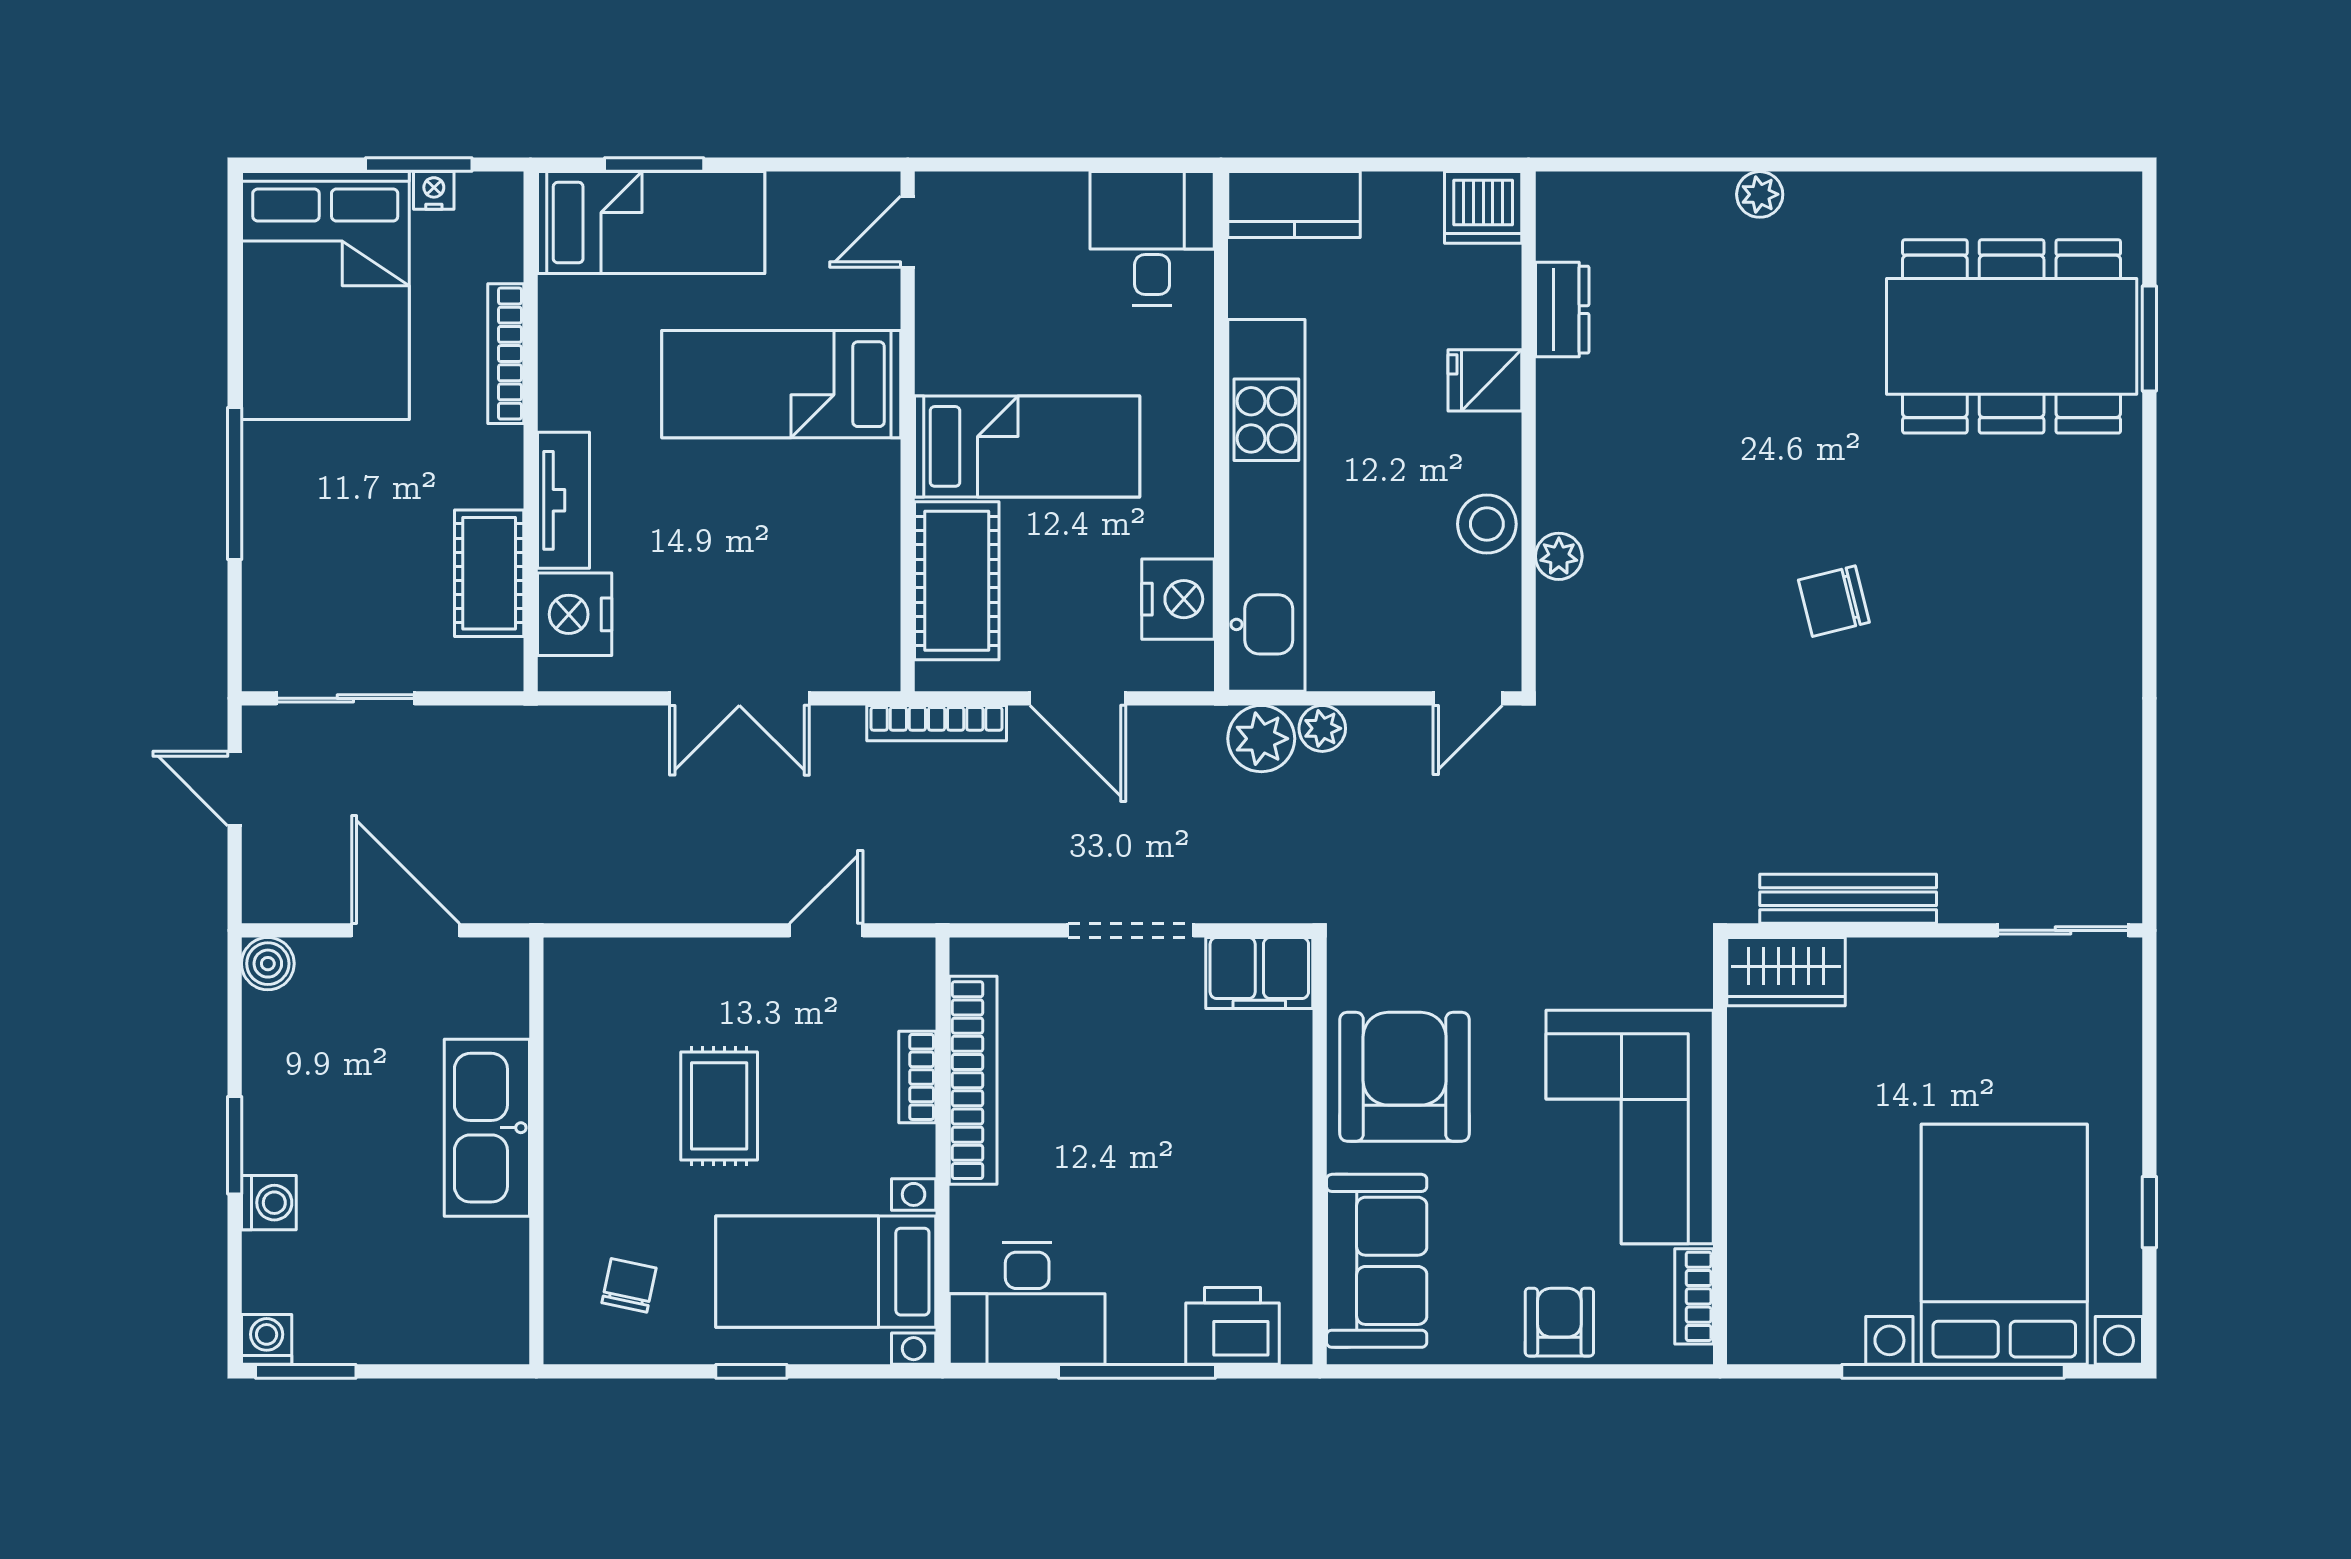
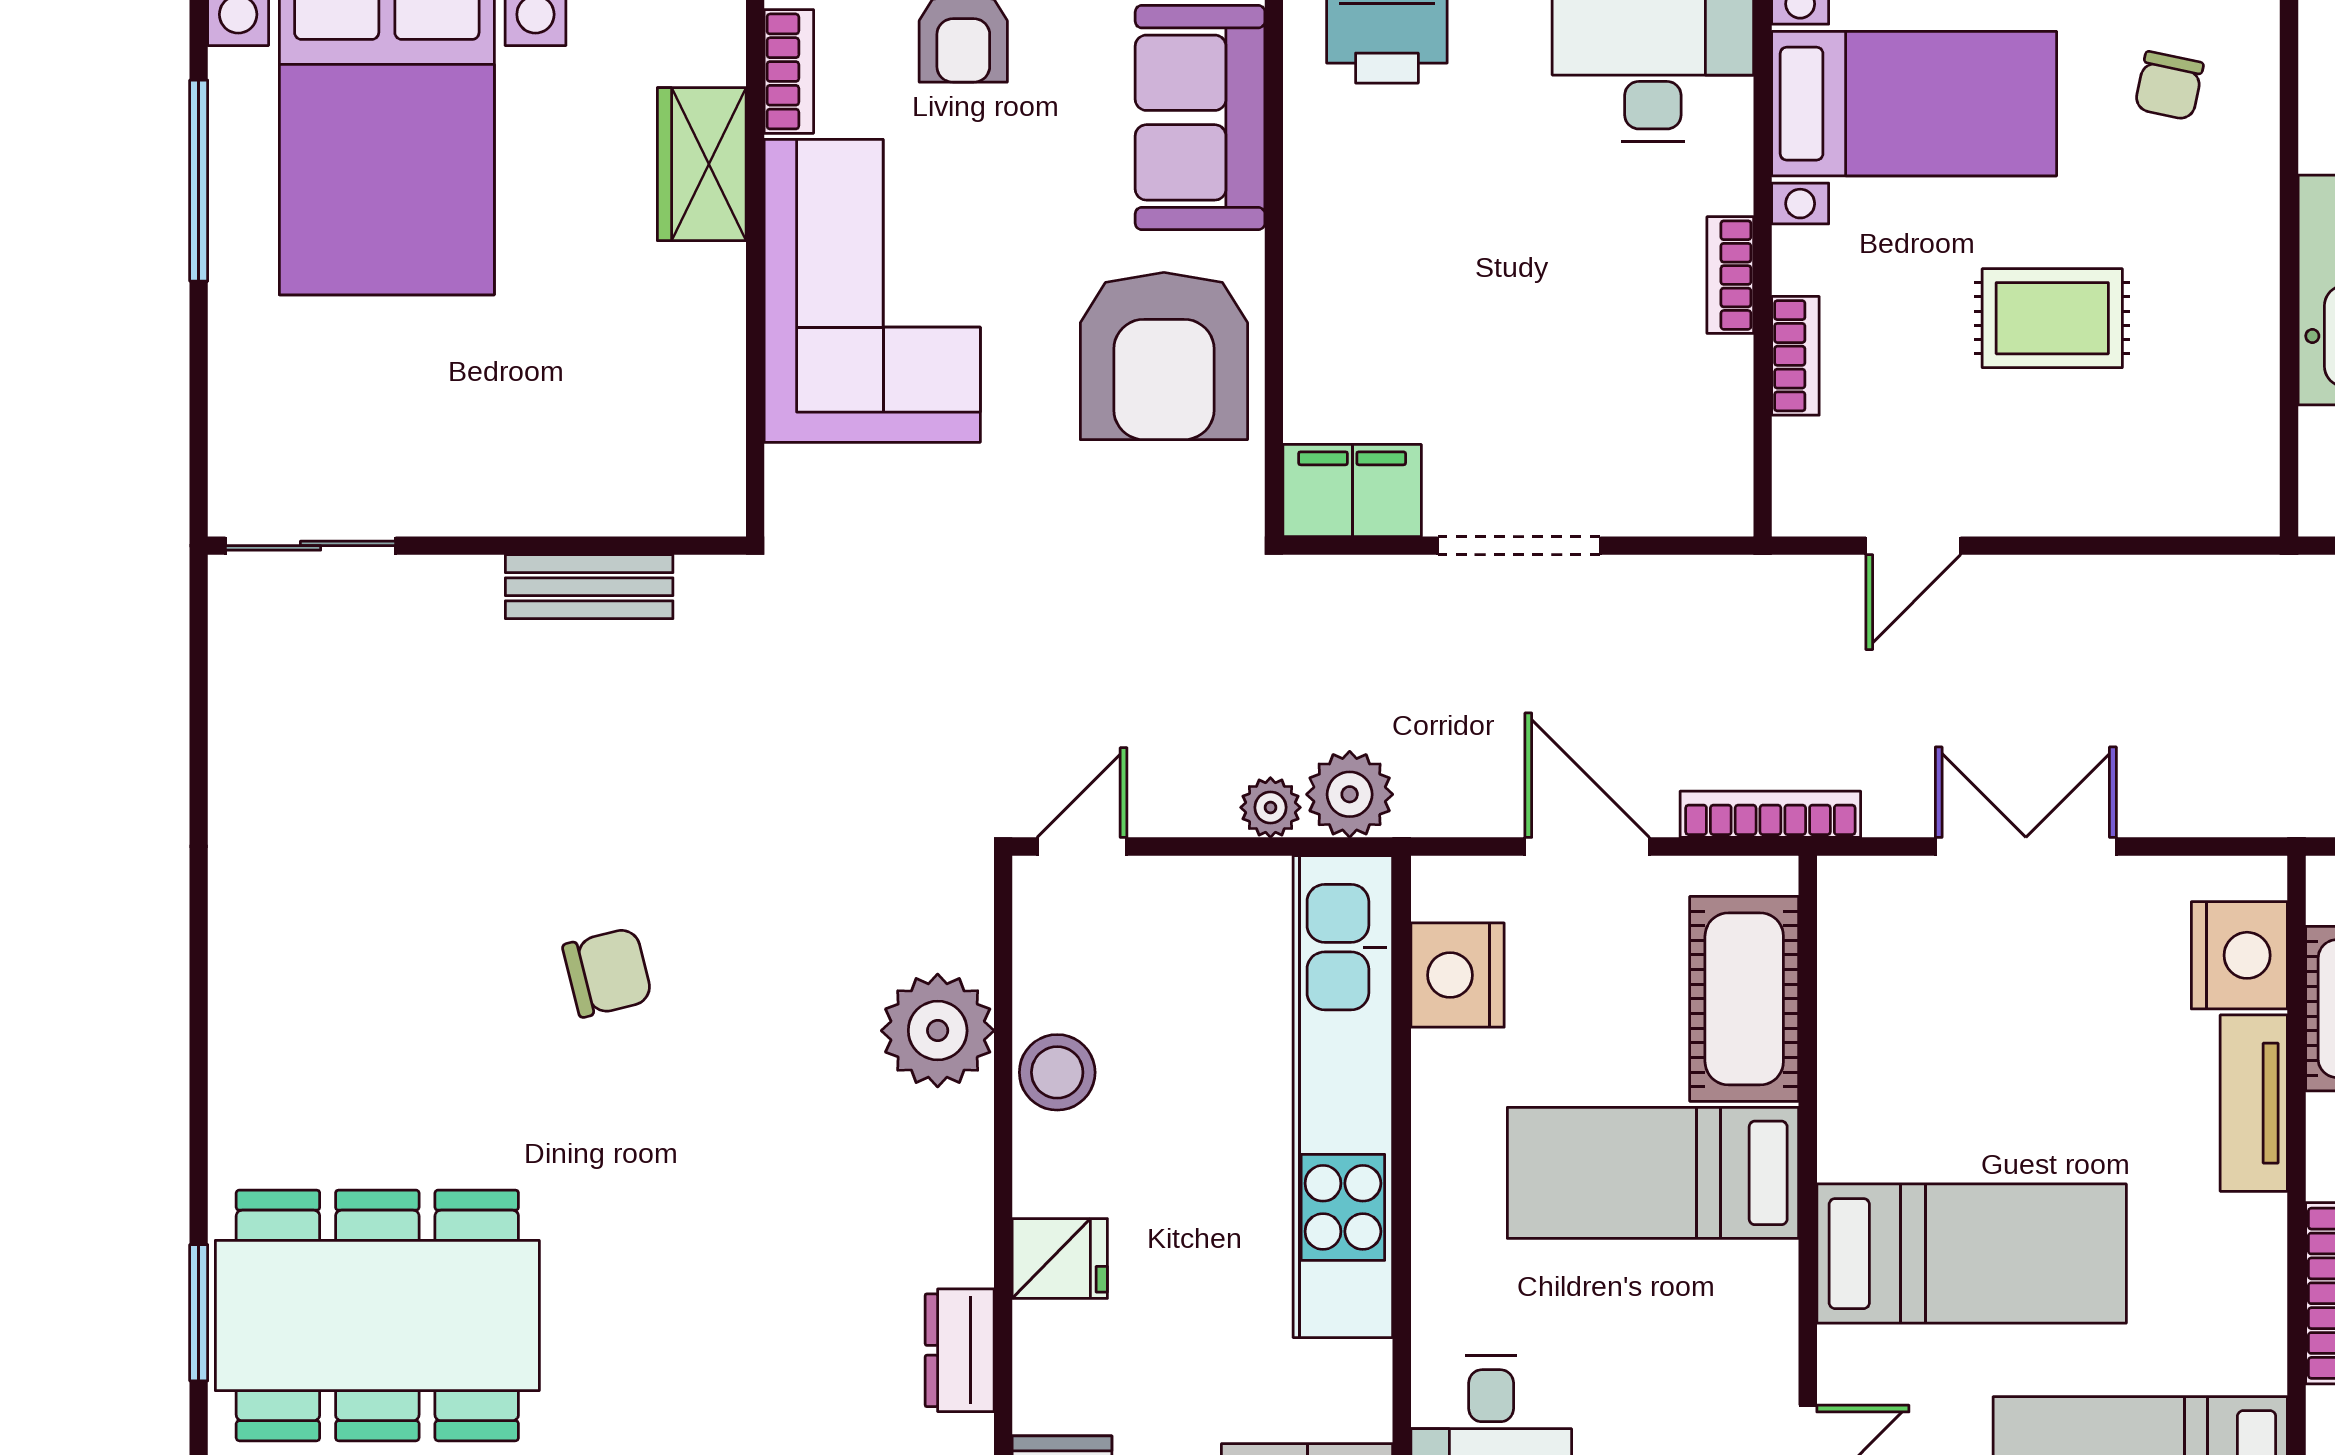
plant: (1559, 556) -> (938, 1031), width x1.88, depth x1.88
bench: (1848, 899) -> (589, 587), width x0.73
wardrobe: (1786, 972) -> (702, 164), moved, turned -90
bookcase: (973, 1080) -> (1730, 275), width x0.43, depth x0.76
rug: (719, 1106) -> (2052, 318), turned 90
window: (2149, 1212) -> (199, 181), width x2.17

